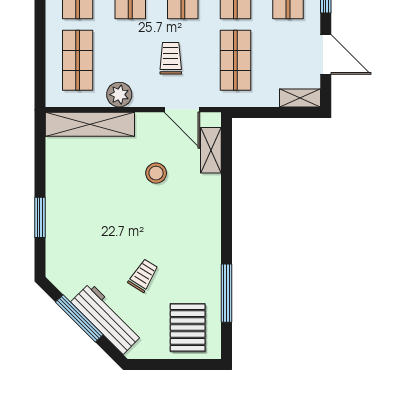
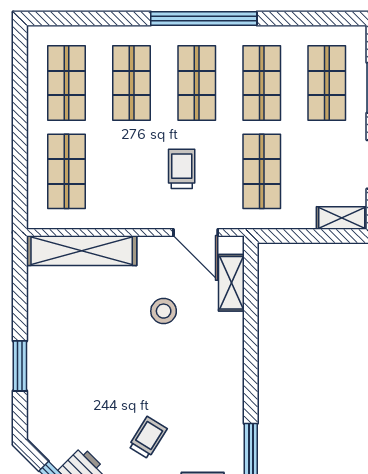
plant: (119, 95) -> (118, 214), removed

